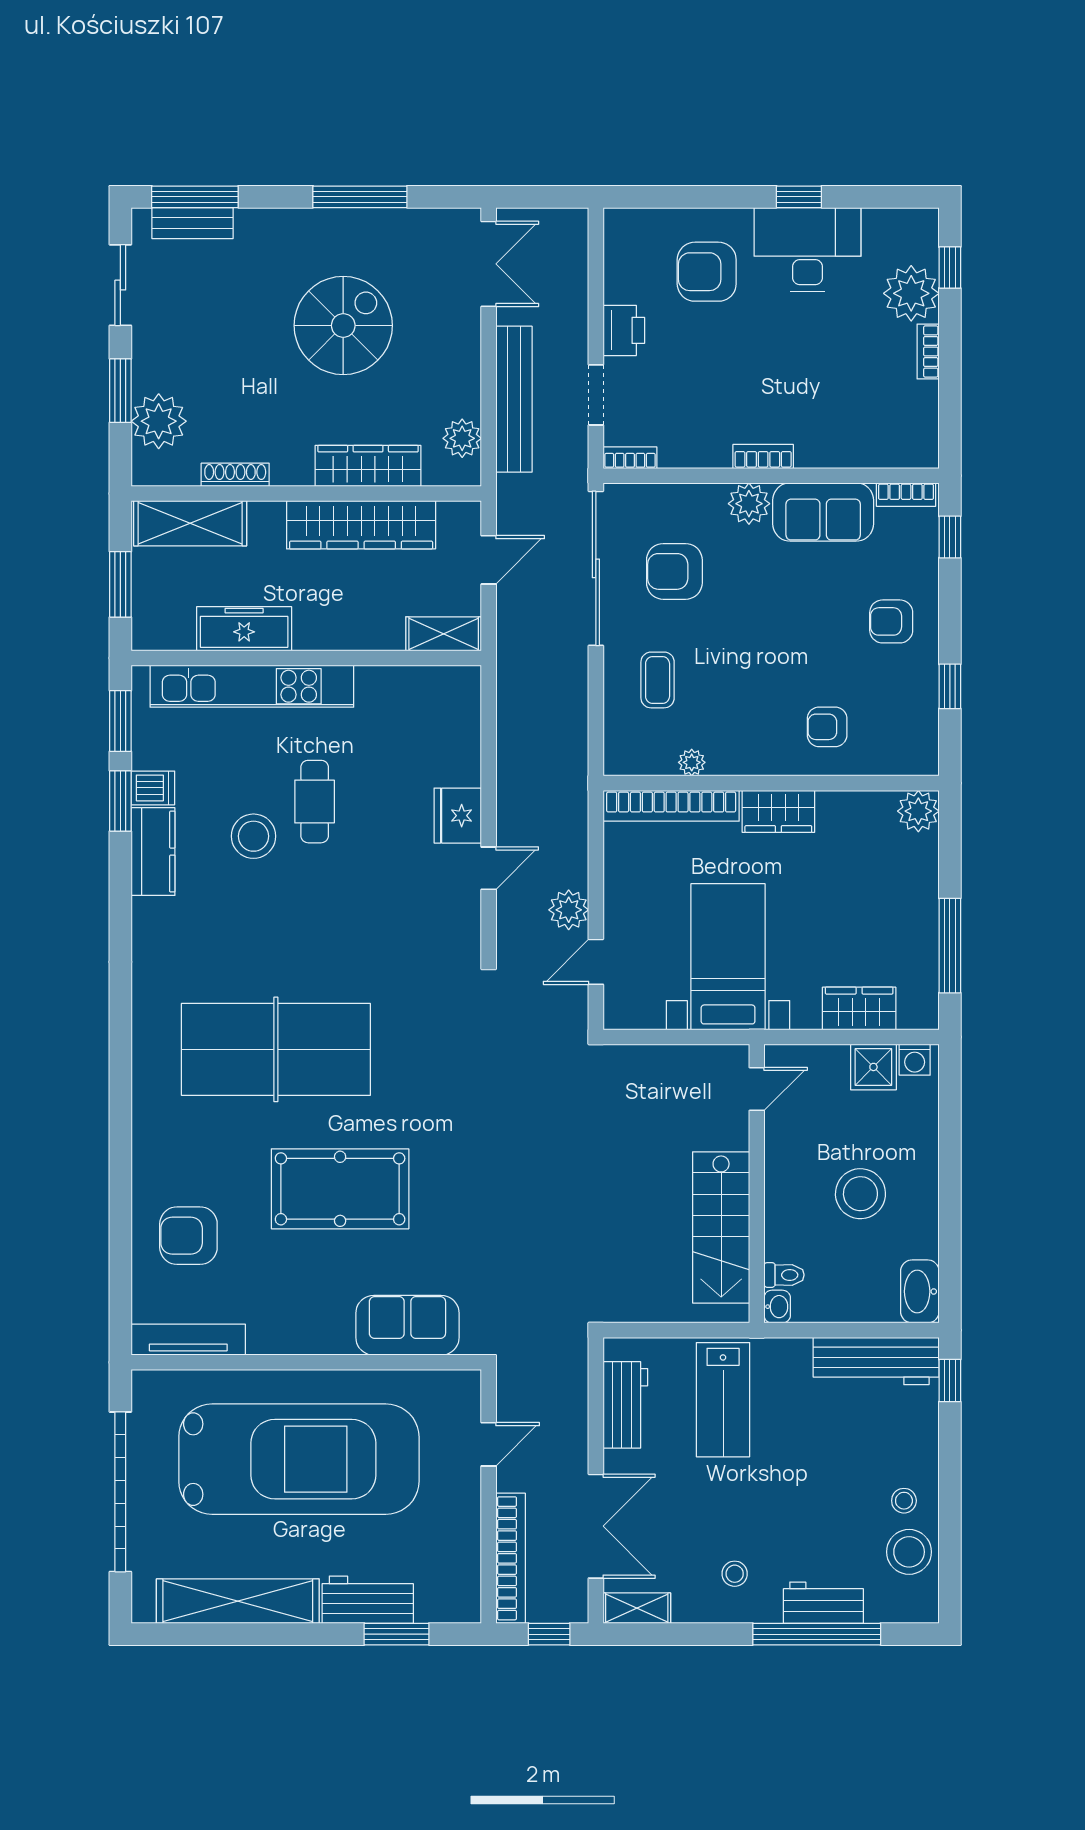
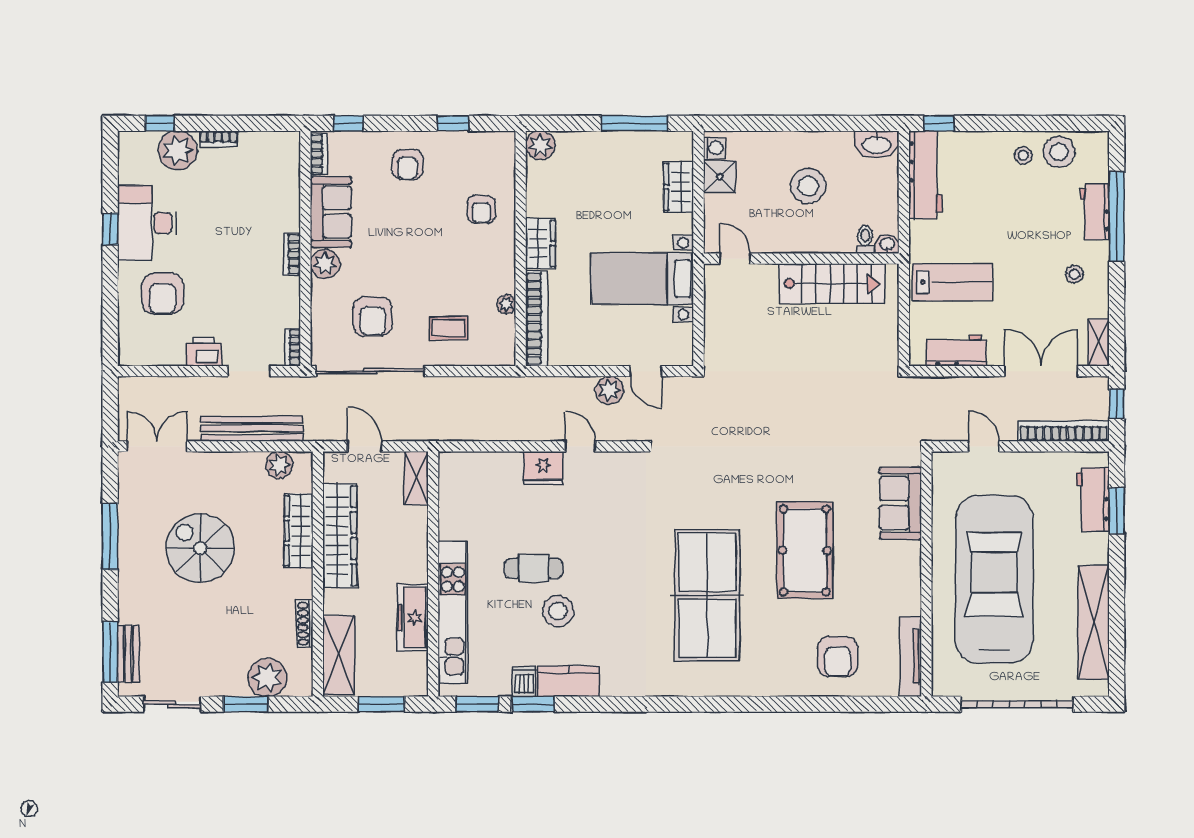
workbench: (368, 1600) -> (1093, 499), moved

